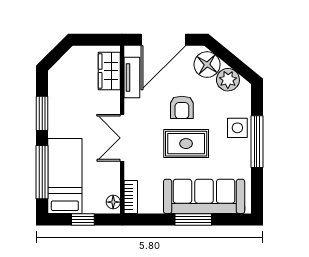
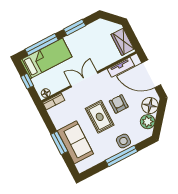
wardrobe: (109, 71) -> (123, 42), moved, turned -90
armchair: (182, 107) -> (119, 104), turned 90
sofa: (204, 196) -> (75, 142), width x0.73

